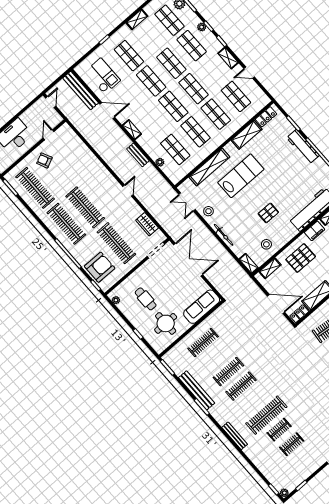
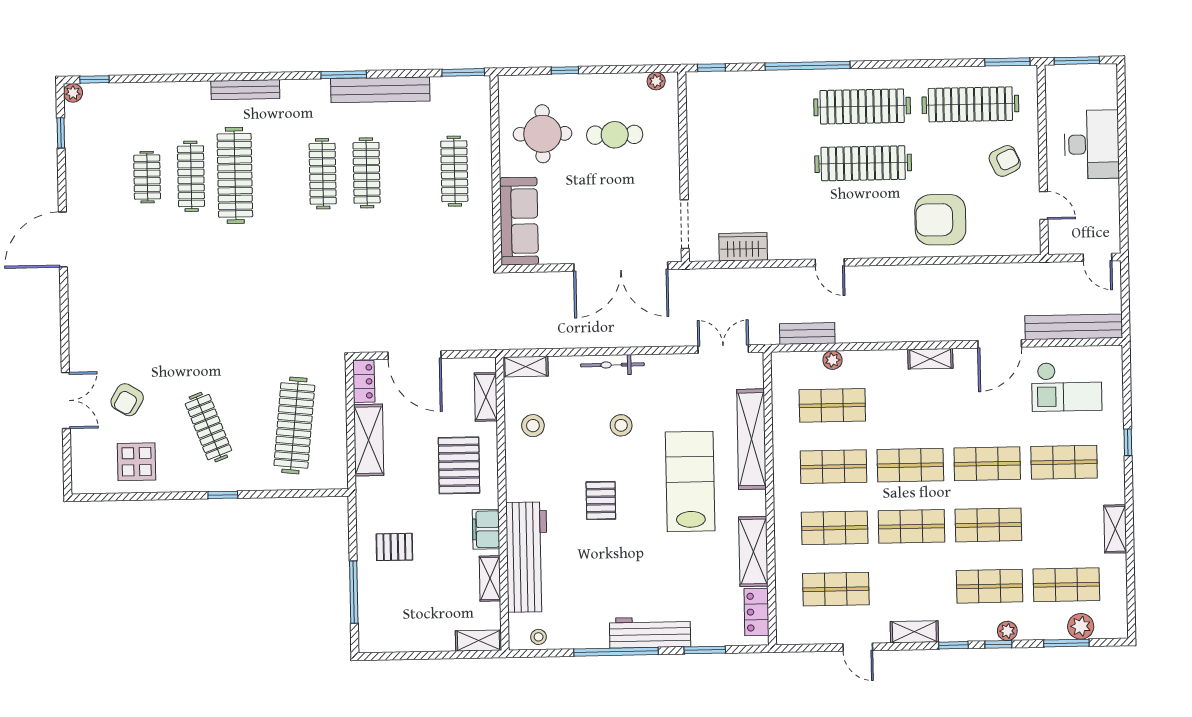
door: (249, 73) -> (858, 647), swing flipped
bench: (138, 155) -> (807, 333), moved
lab bench: (241, 176) -> (690, 481), turned 180
stool: (208, 211) -> (621, 425), moved
pallet: (268, 213) -> (601, 501), moved
clothes rail: (116, 243) -> (755, 165), removed
armchair: (100, 267) -> (940, 220), moved, turned 90
door: (276, 304) -> (414, 355), hinge flipped
clothes rail: (279, 430) -> (191, 176), width x1.36

